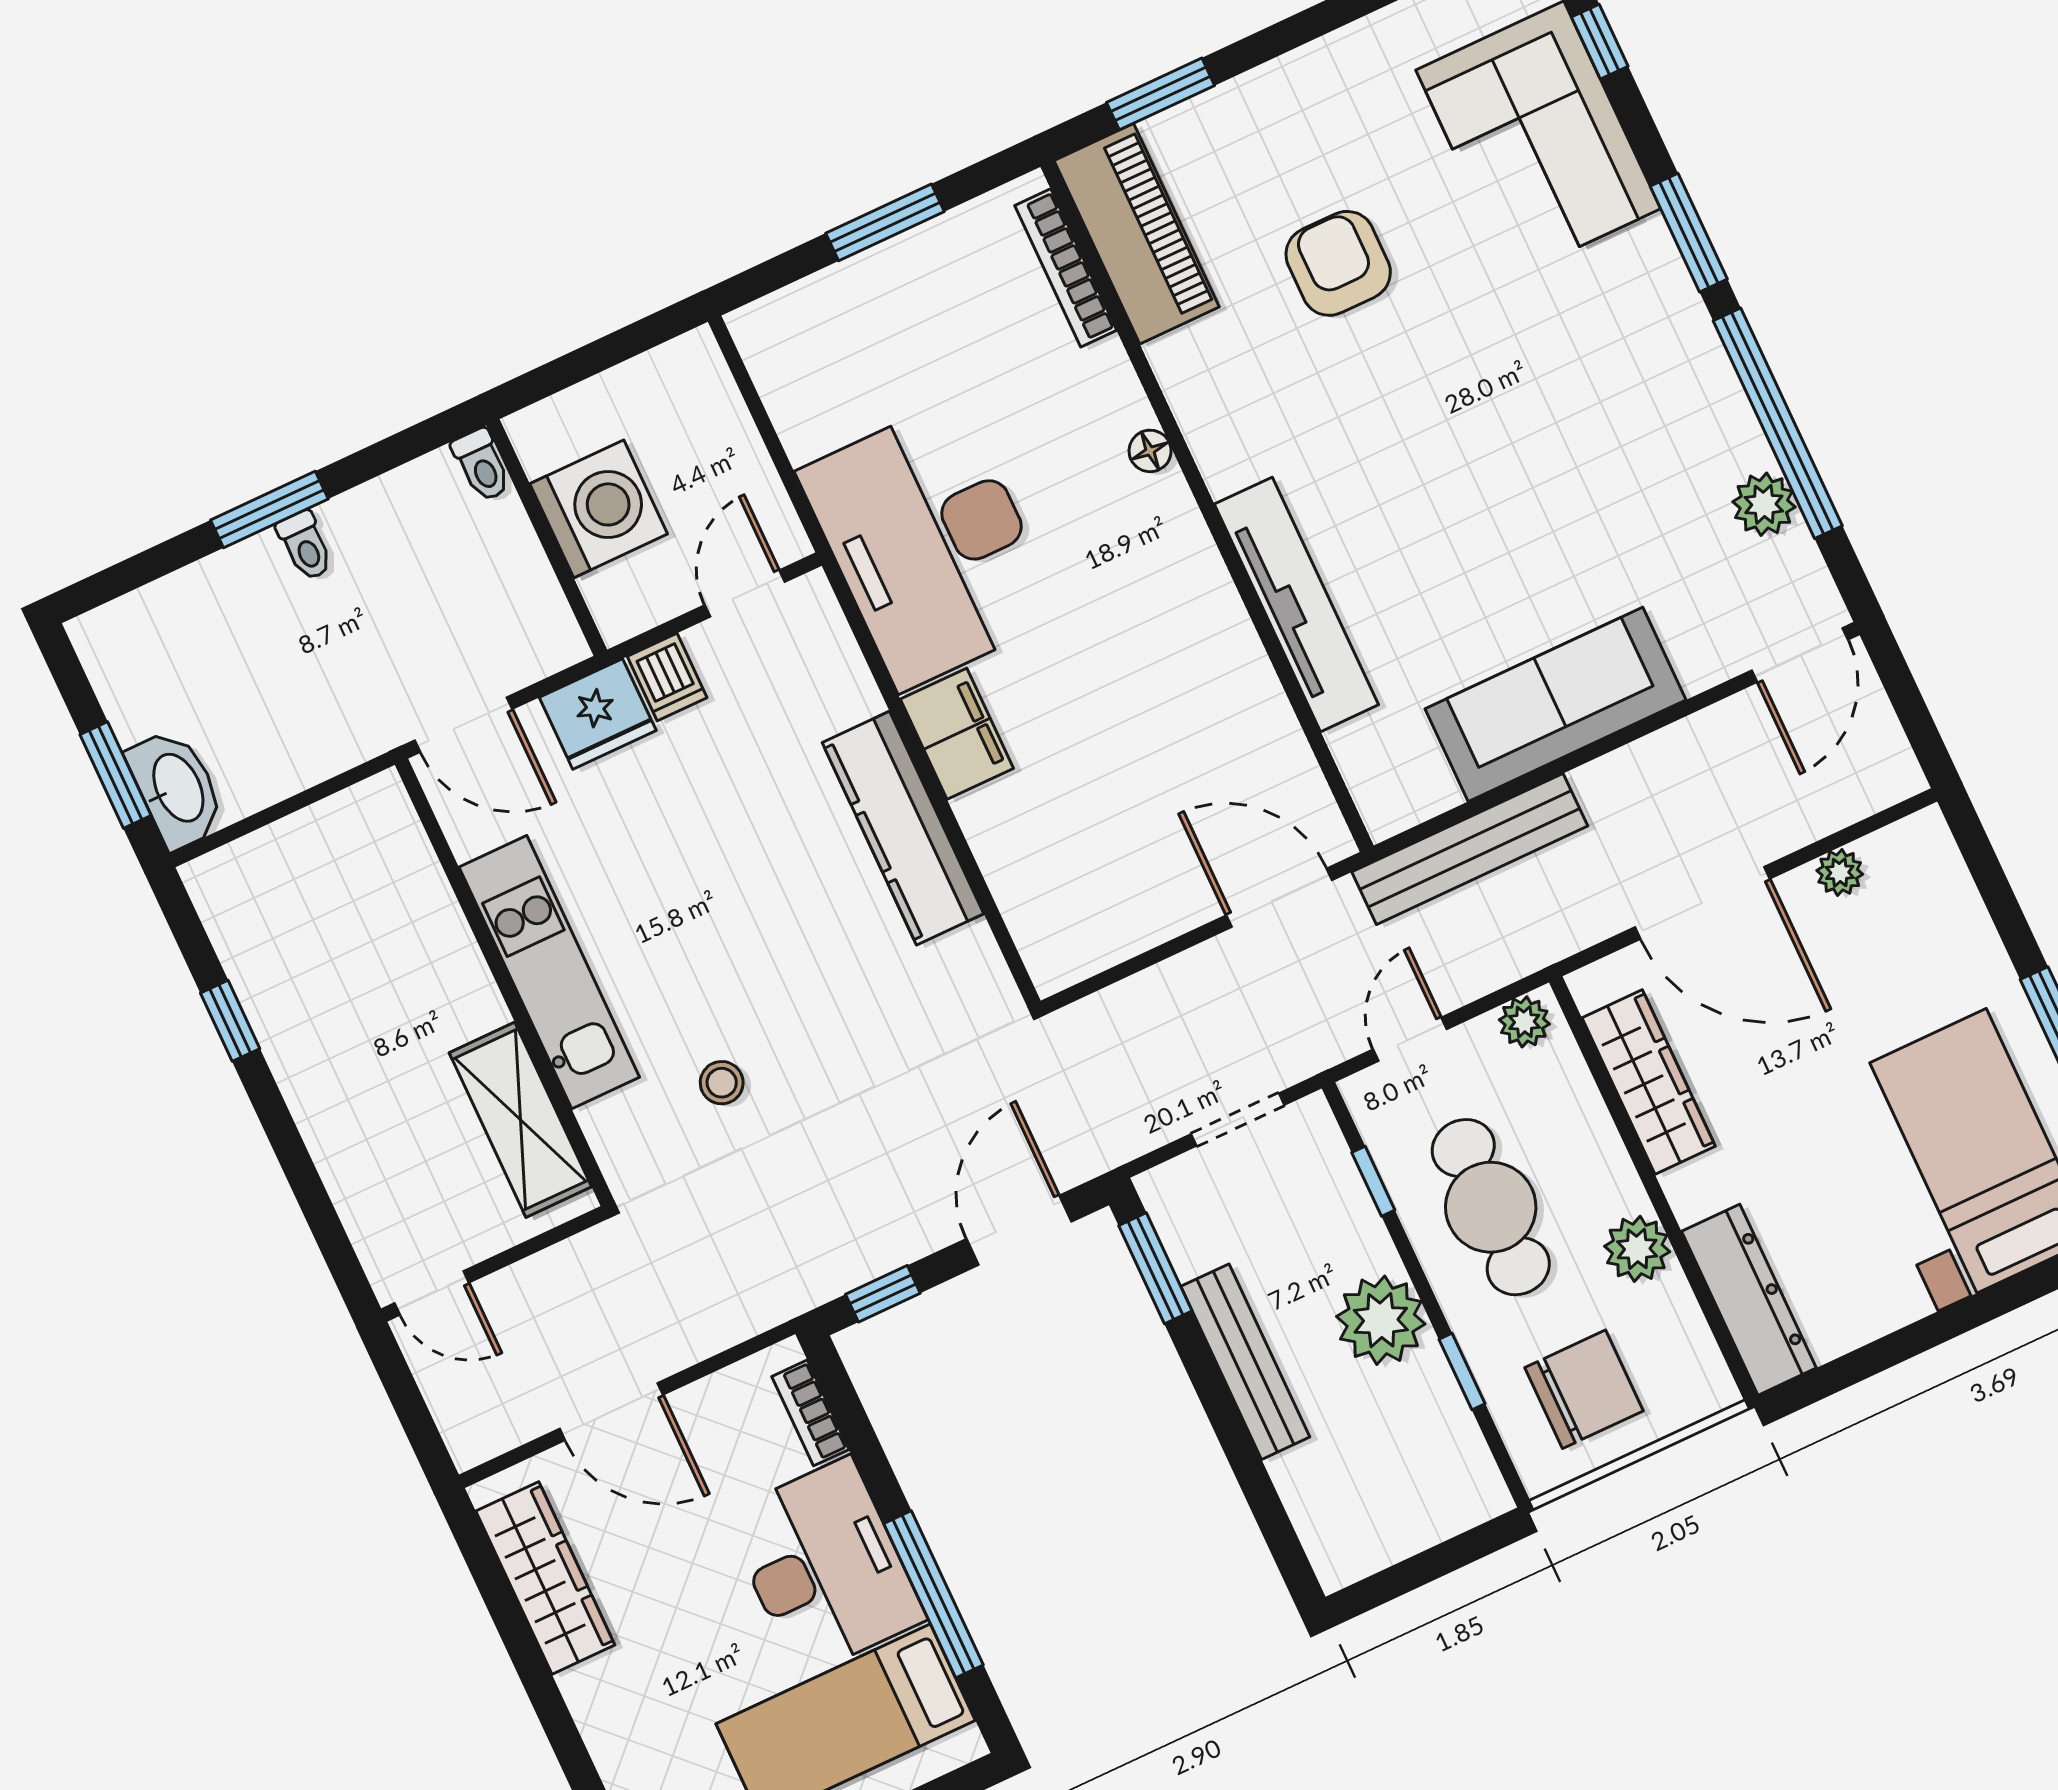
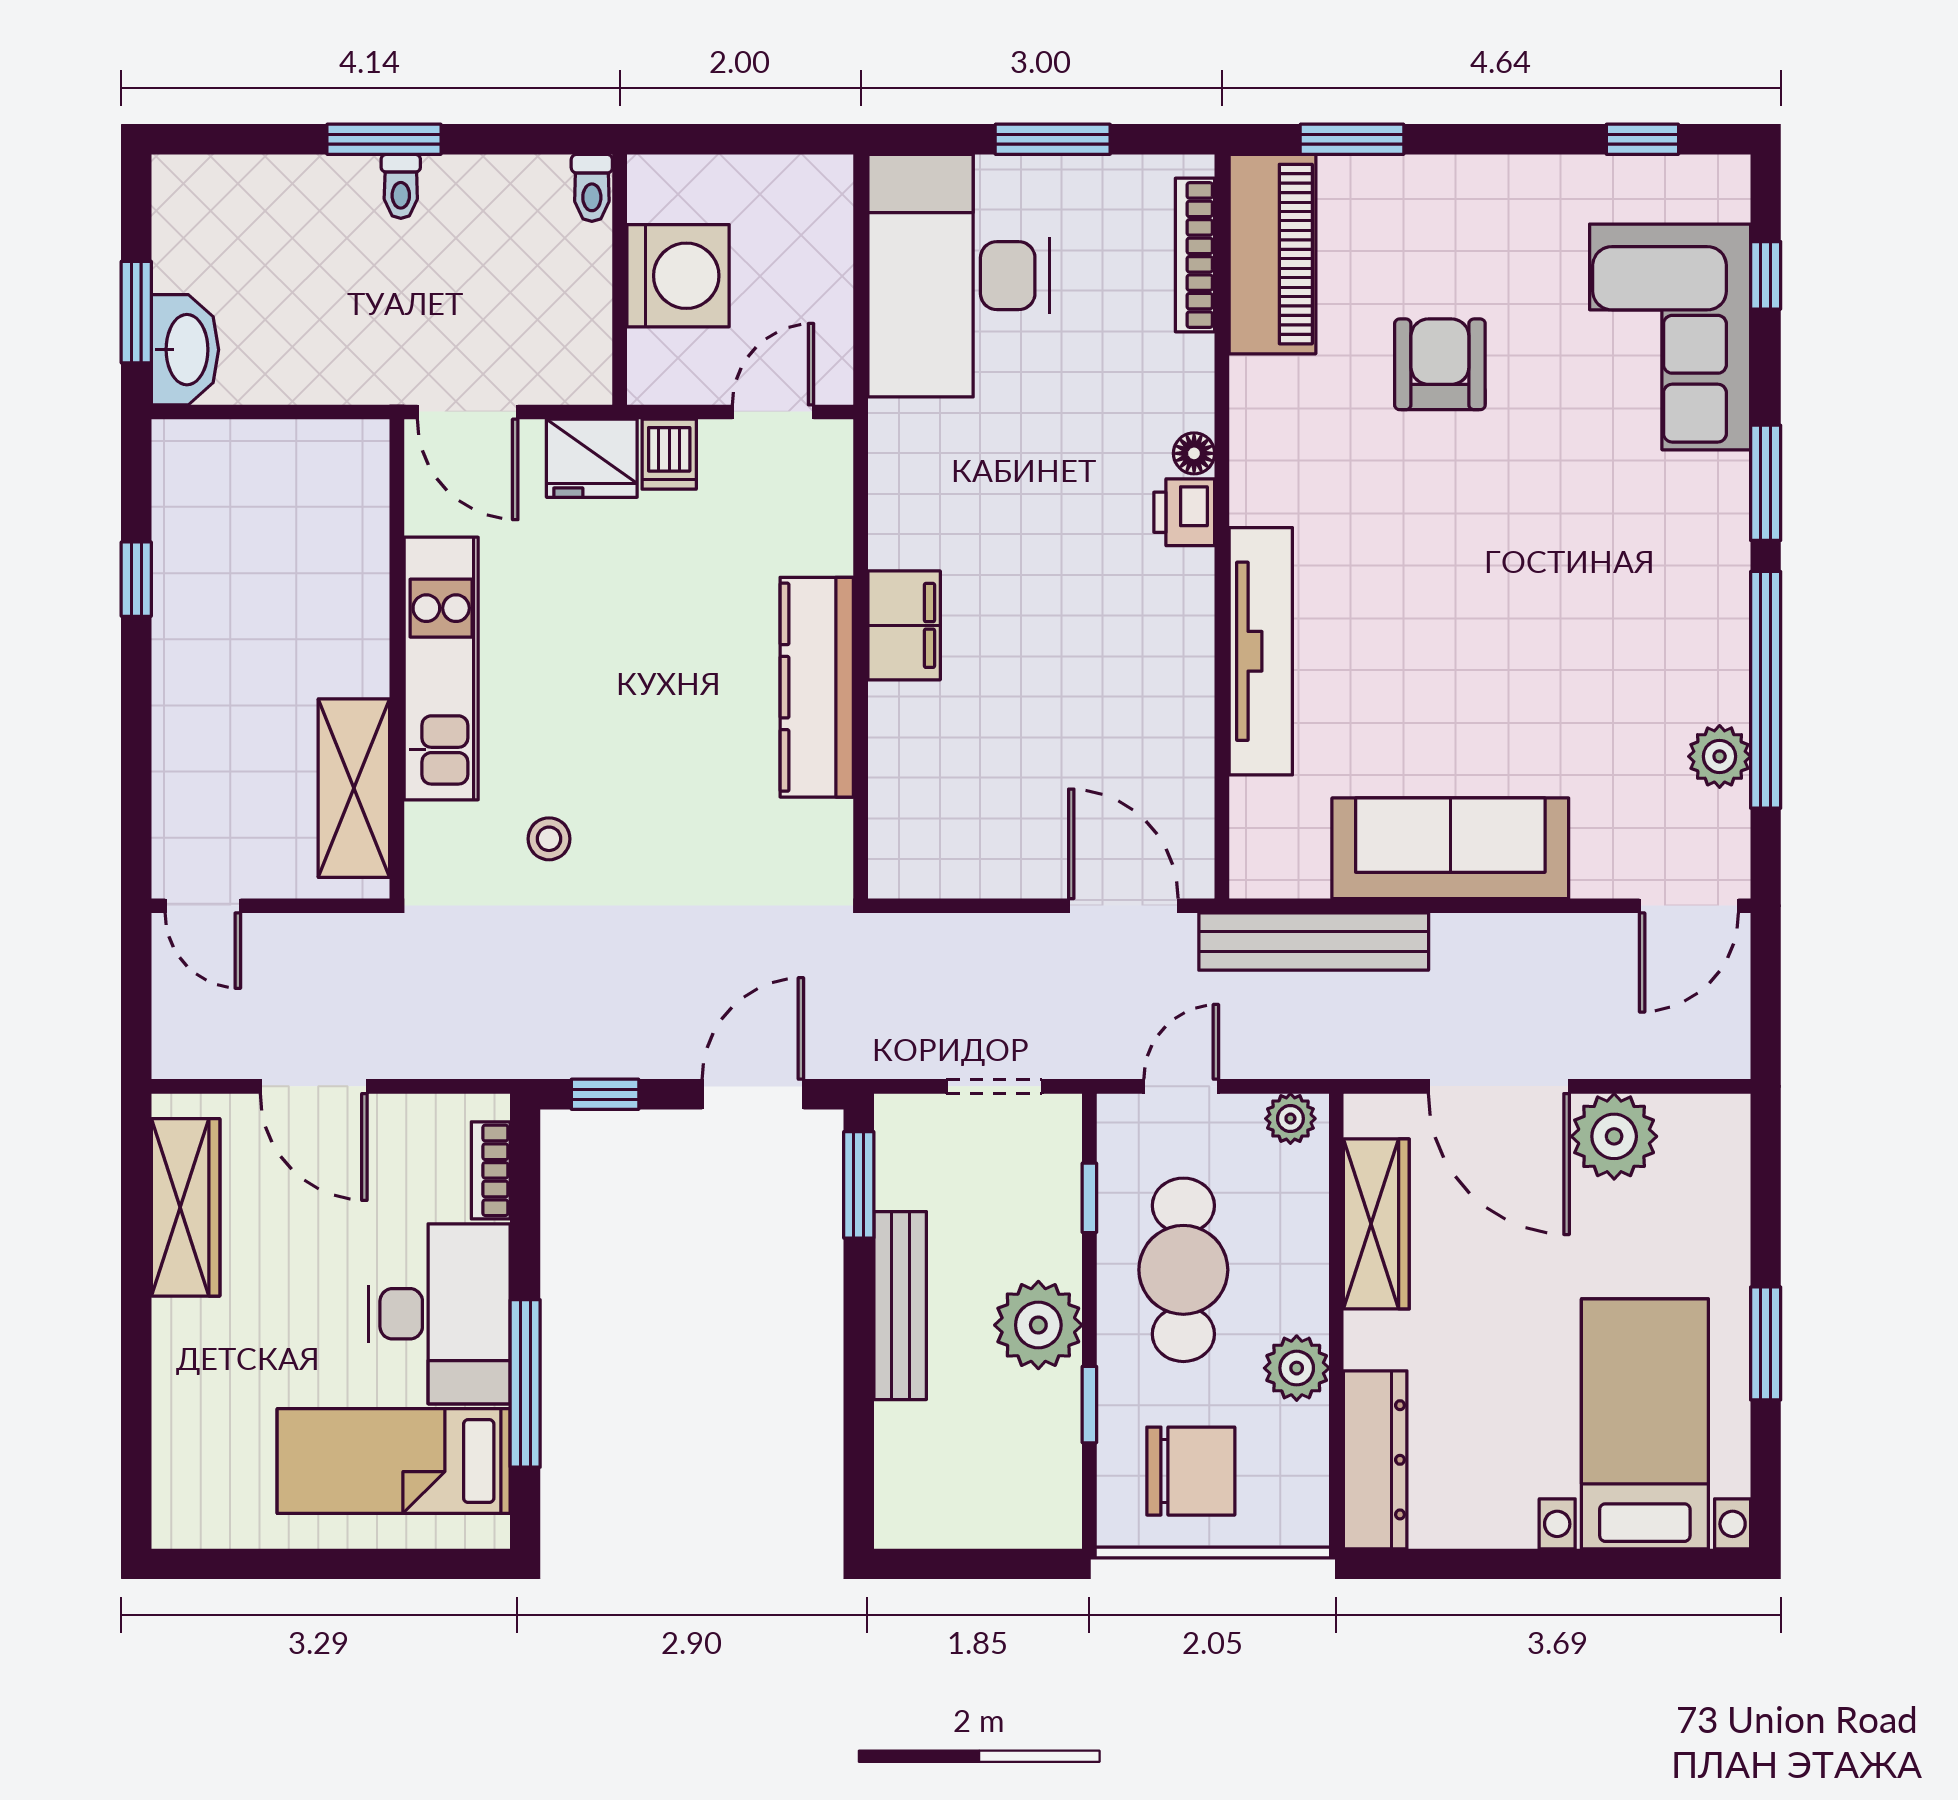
printer: (1166, 509) -> (1184, 512), added
desk: (930, 544) -> (959, 276), moved
plant: (1840, 872) -> (1614, 1136), width x1.88, depth x1.88

